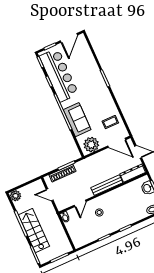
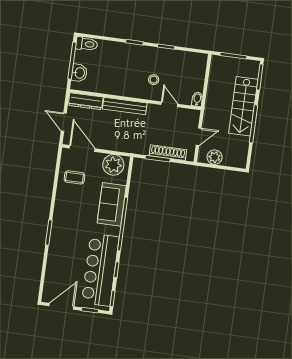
door: (50, 195) -> (199, 137), hinge flipped
plant: (16, 196) -> (215, 157), moved
door: (80, 203) -> (169, 104), hinge flipped

